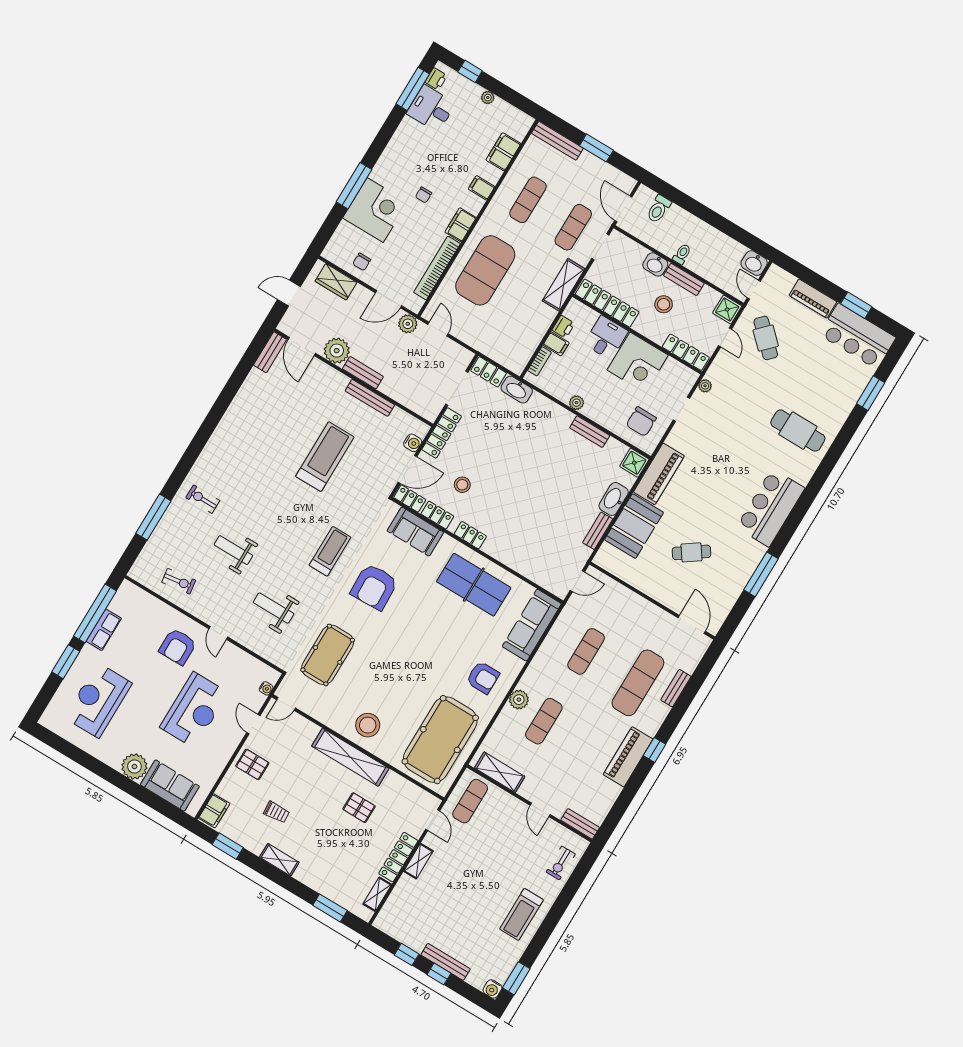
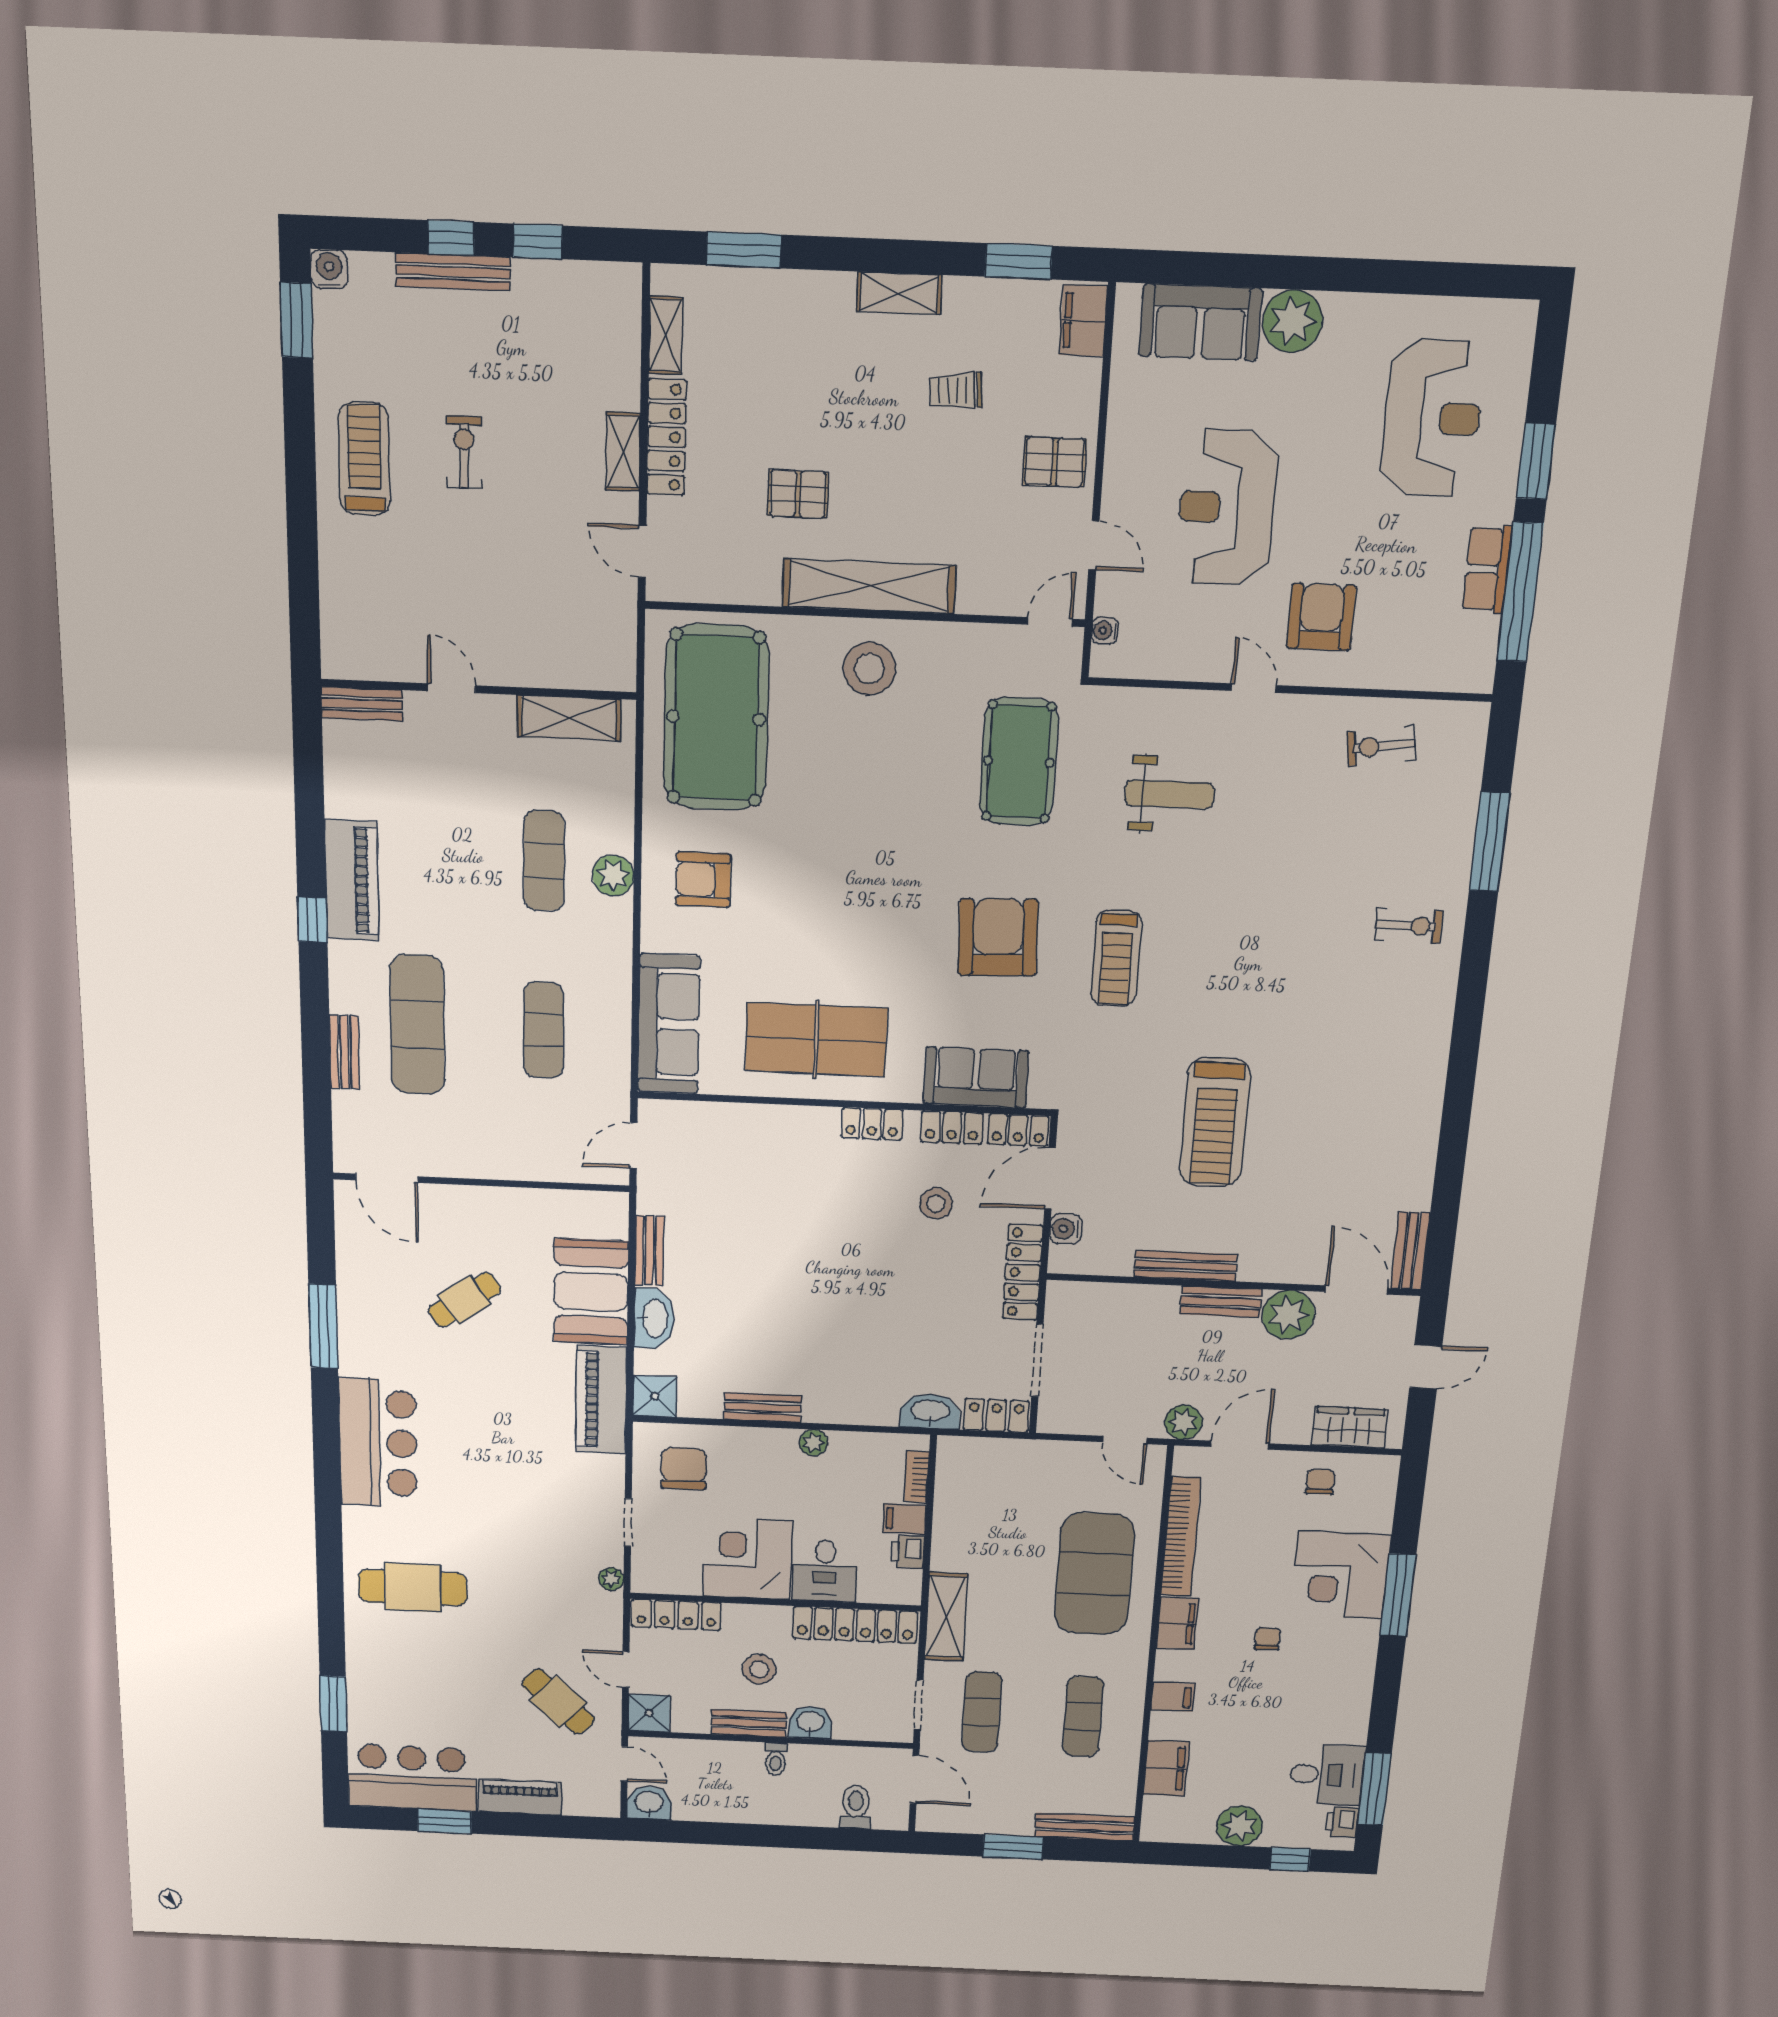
plant: (488, 98) -> (1240, 1826), width x1.88, depth x1.88
weight bench: (233, 550) -> (1302, 862), removed
exercise mat: (470, 801) -> (592, 630), removed
exercise bike: (561, 863) -> (464, 452), moved

